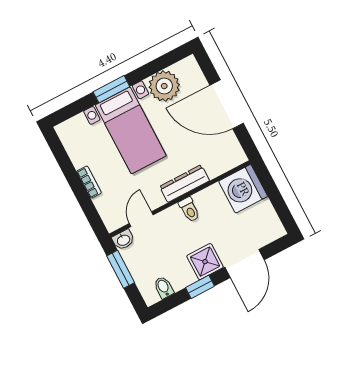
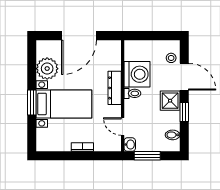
washing machine: (243, 189) -> (137, 74), moved, turned -90
stool: (259, 235) -> (171, 58), added

